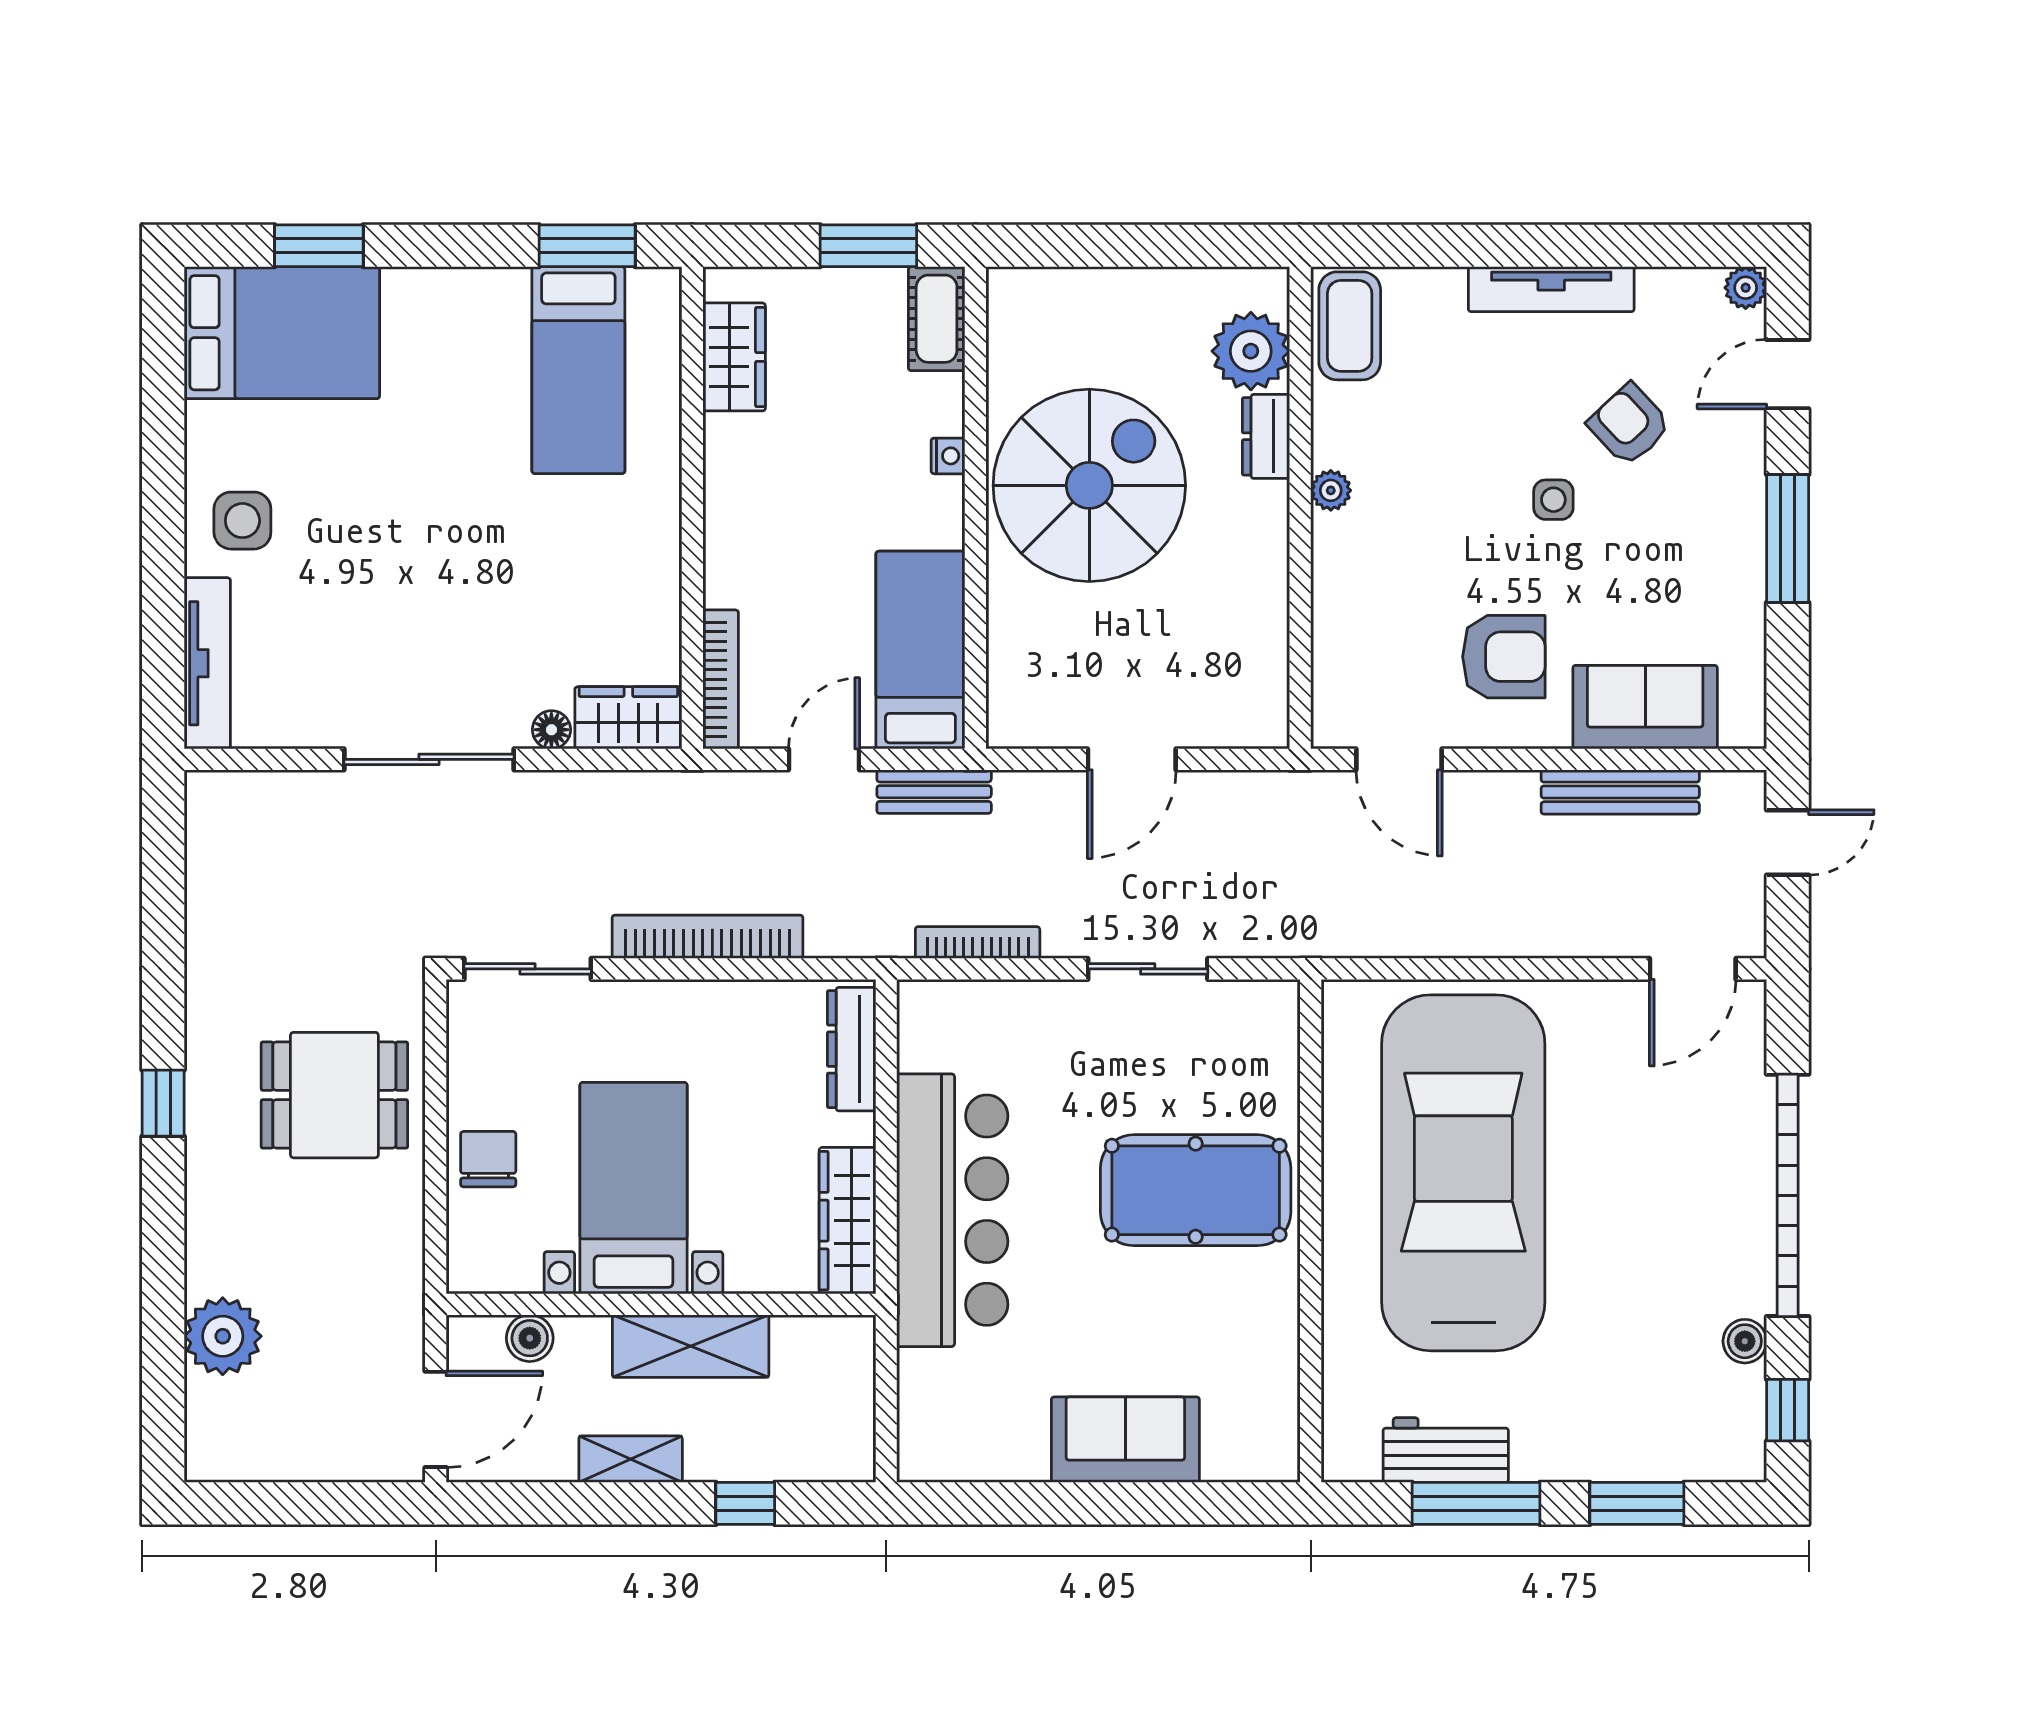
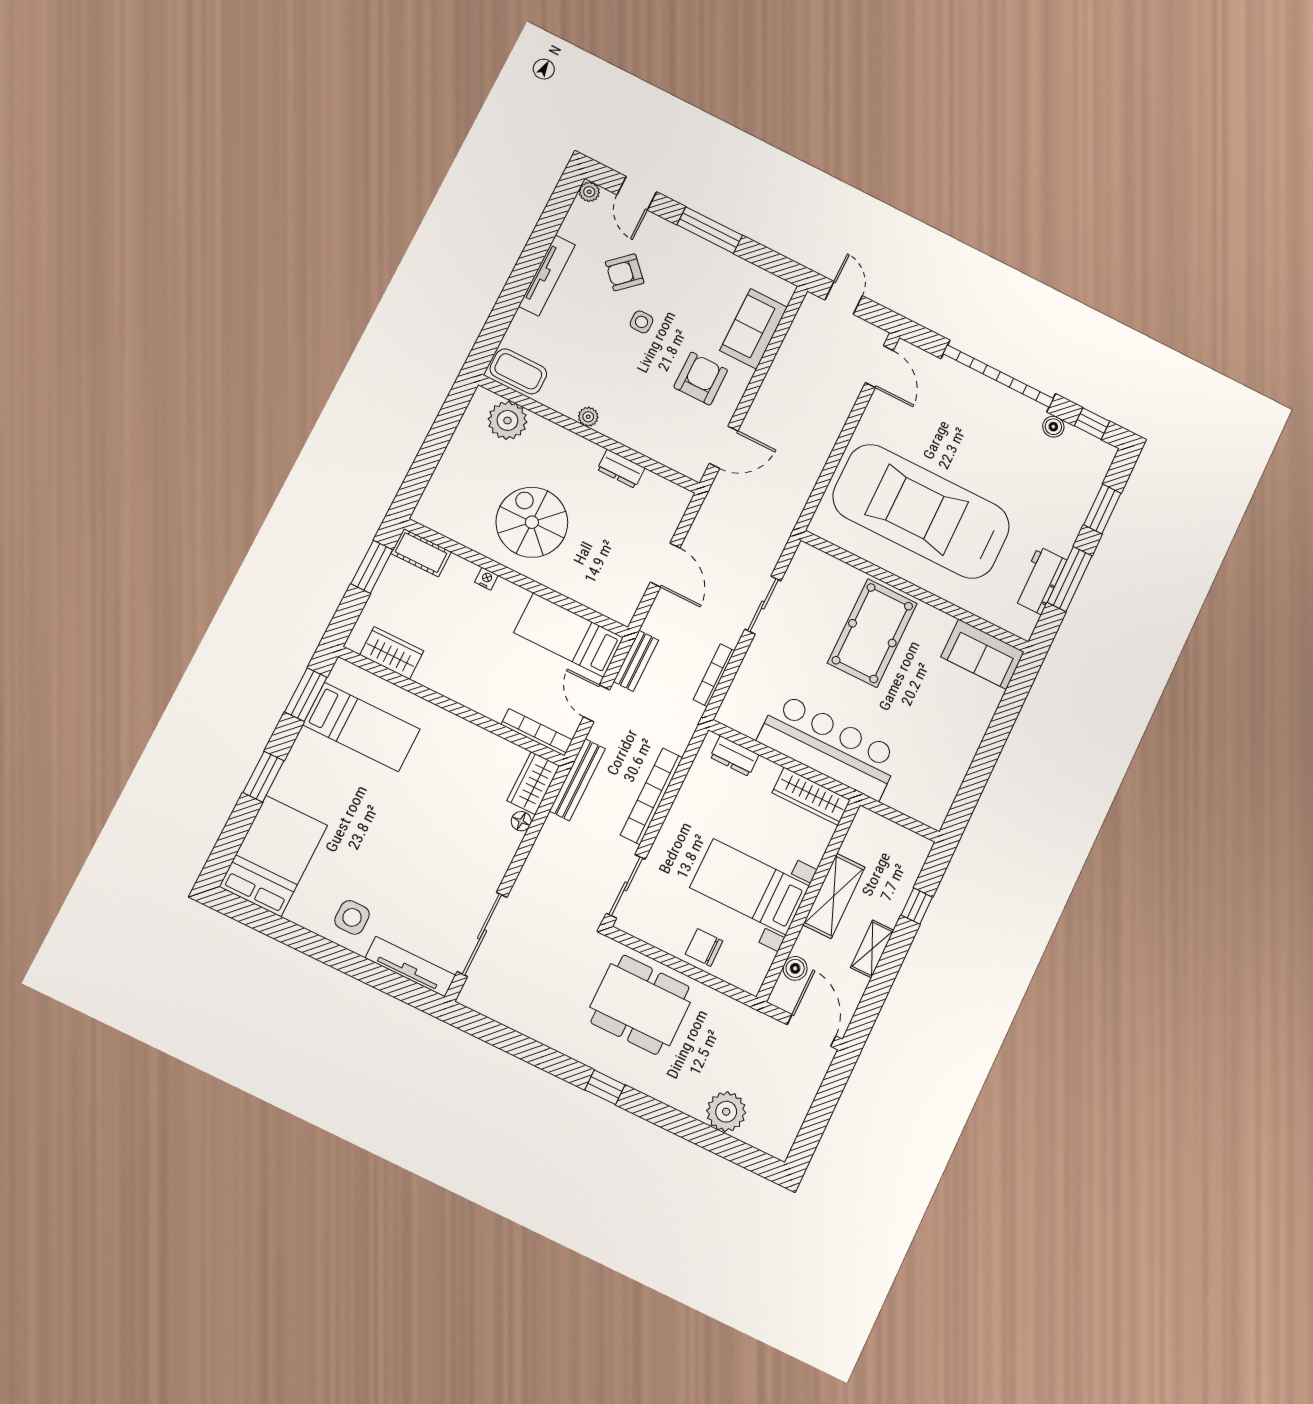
window: (319, 246) -> (263, 777), moved
dresser: (1266, 436) -> (621, 469), moved
spiral stairs: (1089, 485) -> (532, 522), width x0.73, depth x0.73
sliding door: (429, 759) -> (482, 934), moved
bench: (1620, 792) -> (577, 780), moved
dresser: (852, 1049) -> (734, 756), width x0.70
dining table: (334, 1095) -> (640, 1005), width x1.38
sofa: (1125, 1440) -> (982, 654), moved, turned -90

